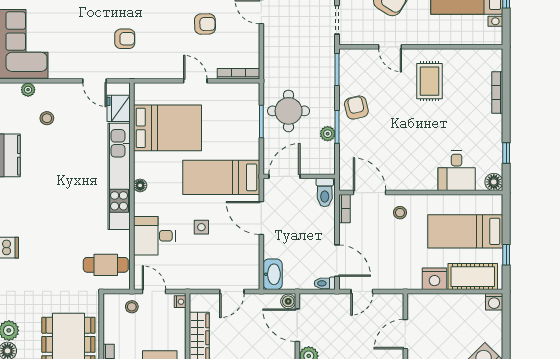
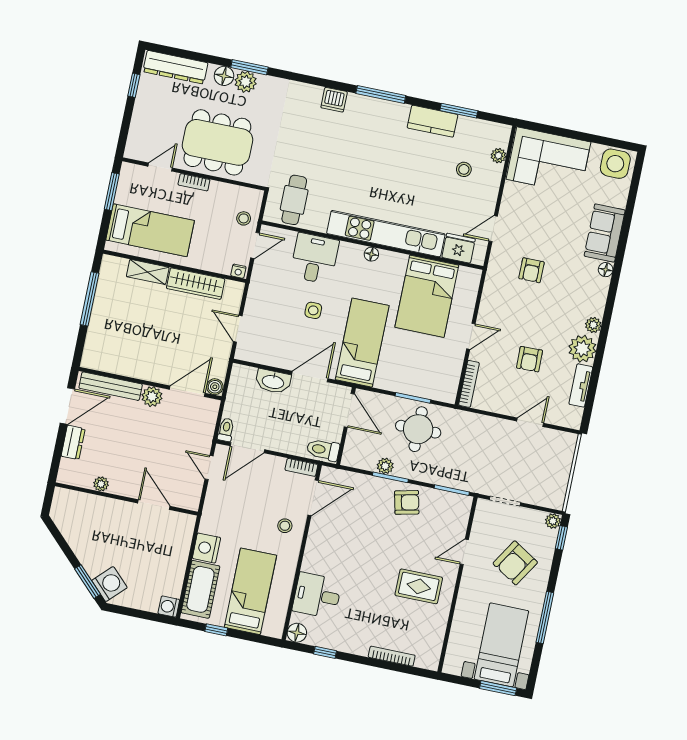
washbasin: (273, 274) -> (273, 381), moved

